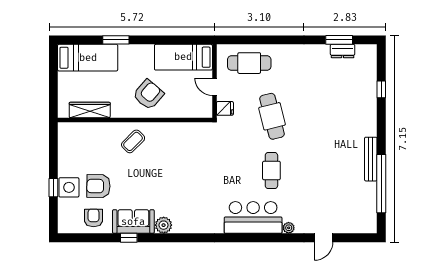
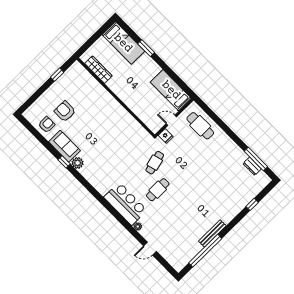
window: (339, 40) -> (256, 159), width x1.44
door: (214, 87) -> (171, 120), hinge flipped
armchair: (148, 95) -> (135, 91), removed
cafe table: (272, 116) -> (155, 163), moved, width x0.73, depth x0.74
coffee table: (133, 141) -> (104, 107), removed
side table: (69, 187) -> (50, 97), removed
window: (53, 188) -> (57, 75), moved
window: (129, 238) -> (64, 162), moved

